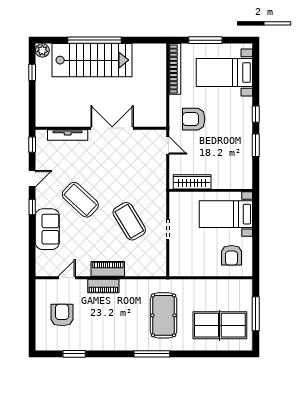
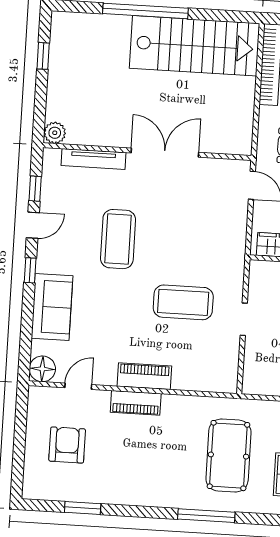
plant: (42, 50) -> (55, 133), moved
stairs: (92, 60) -> (195, 46), moved
window: (32, 145) -> (35, 189), moved
coffee table: (80, 200) -> (118, 239), moved, turned 47
coffee table: (129, 221) -> (183, 302), turned -59
floor lamp: (44, 268) -> (42, 369), added

